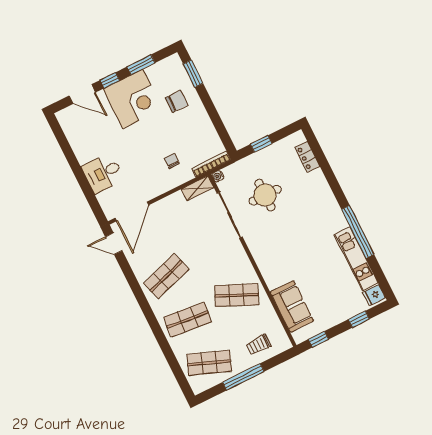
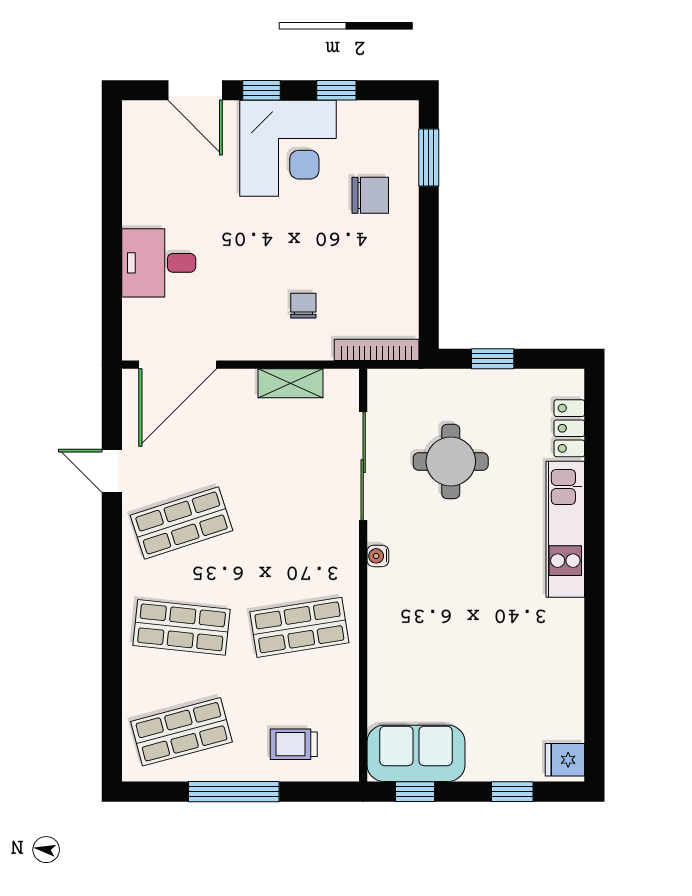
window: (141, 65) -> (336, 90), width x0.67
water cooler: (218, 176) -> (378, 556), moved
shelving: (197, 188) -> (291, 383), moved
window: (358, 232) -> (594, 622), removed
door: (114, 244) -> (112, 471), moved
kitchen unit: (356, 259) -> (565, 529), moved
shop shelf: (237, 295) -> (299, 627), turned -33
sofa: (292, 306) -> (416, 753), moved, turned -90
shop shelf: (209, 363) -> (182, 732), turned -36

